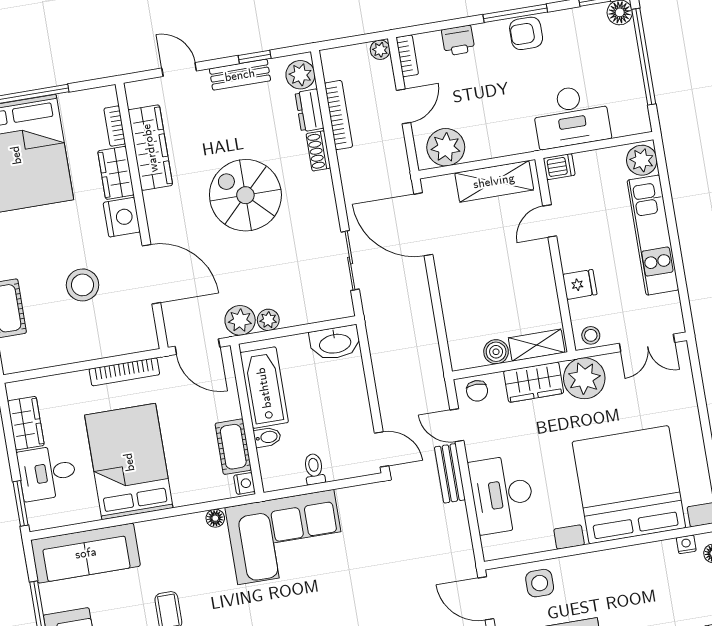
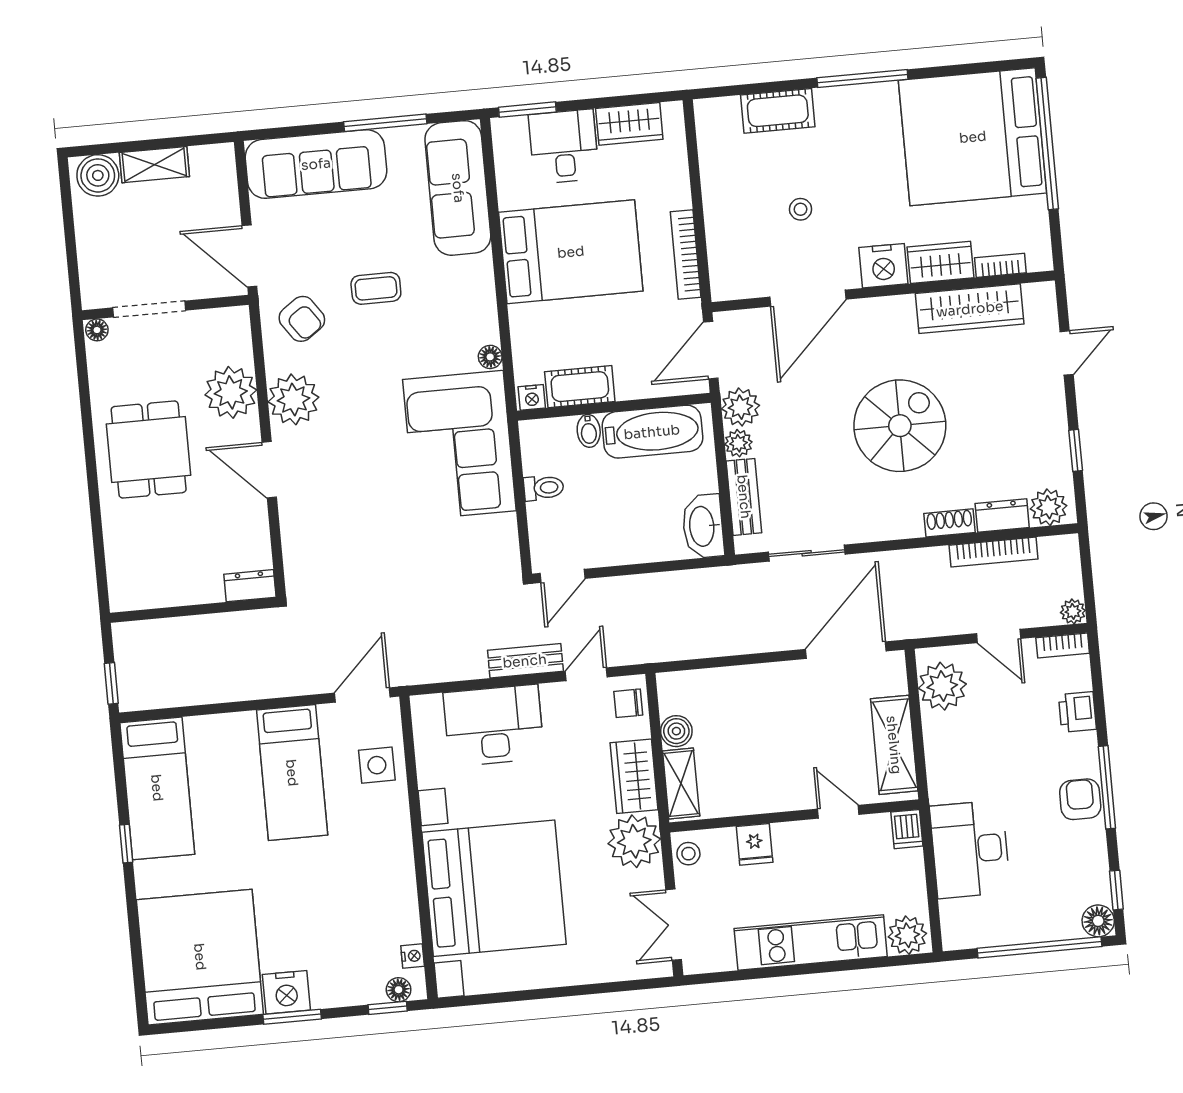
bench: (240, 75) -> (744, 497), moved
stool: (83, 285) -> (801, 209), width x0.53, depth x0.53

